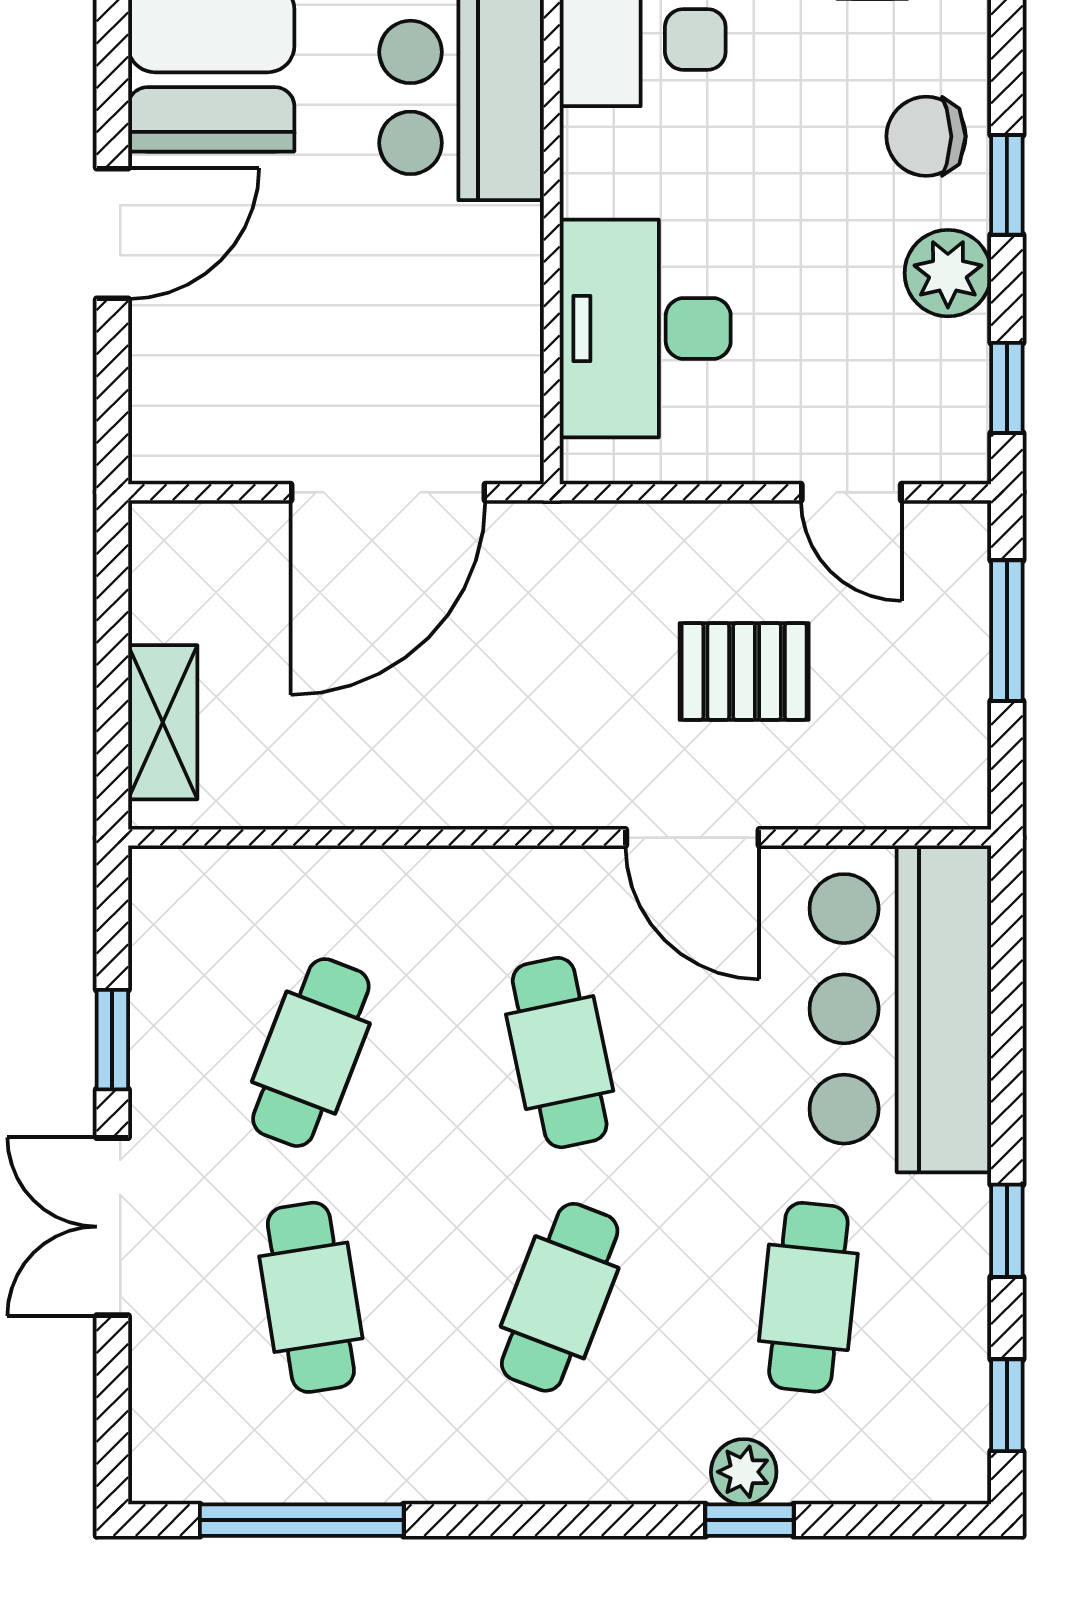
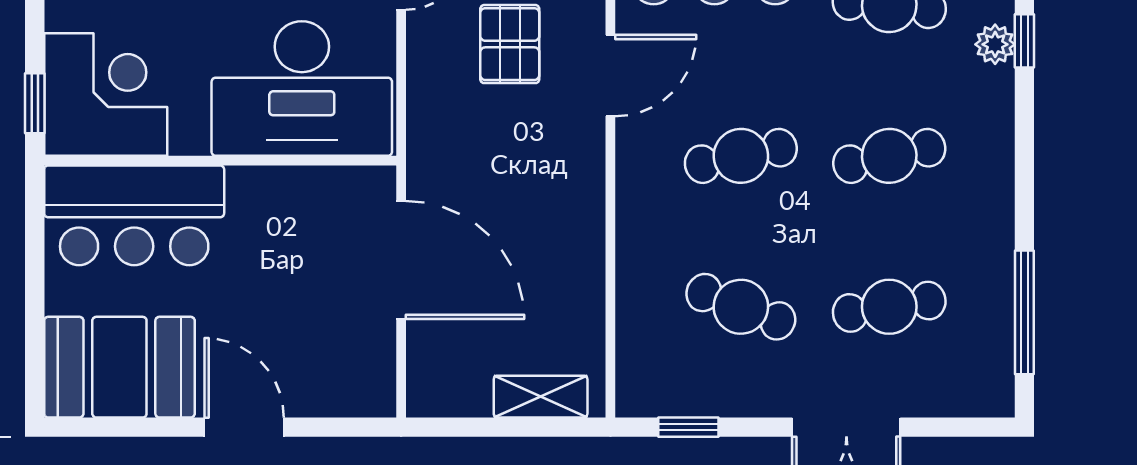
desk: (645, 329) -> (302, 88), width x1.36, depth x1.30
window: (112, 1040) -> (688, 427), moved
cafe table: (560, 1297) -> (889, 156), turned -33

